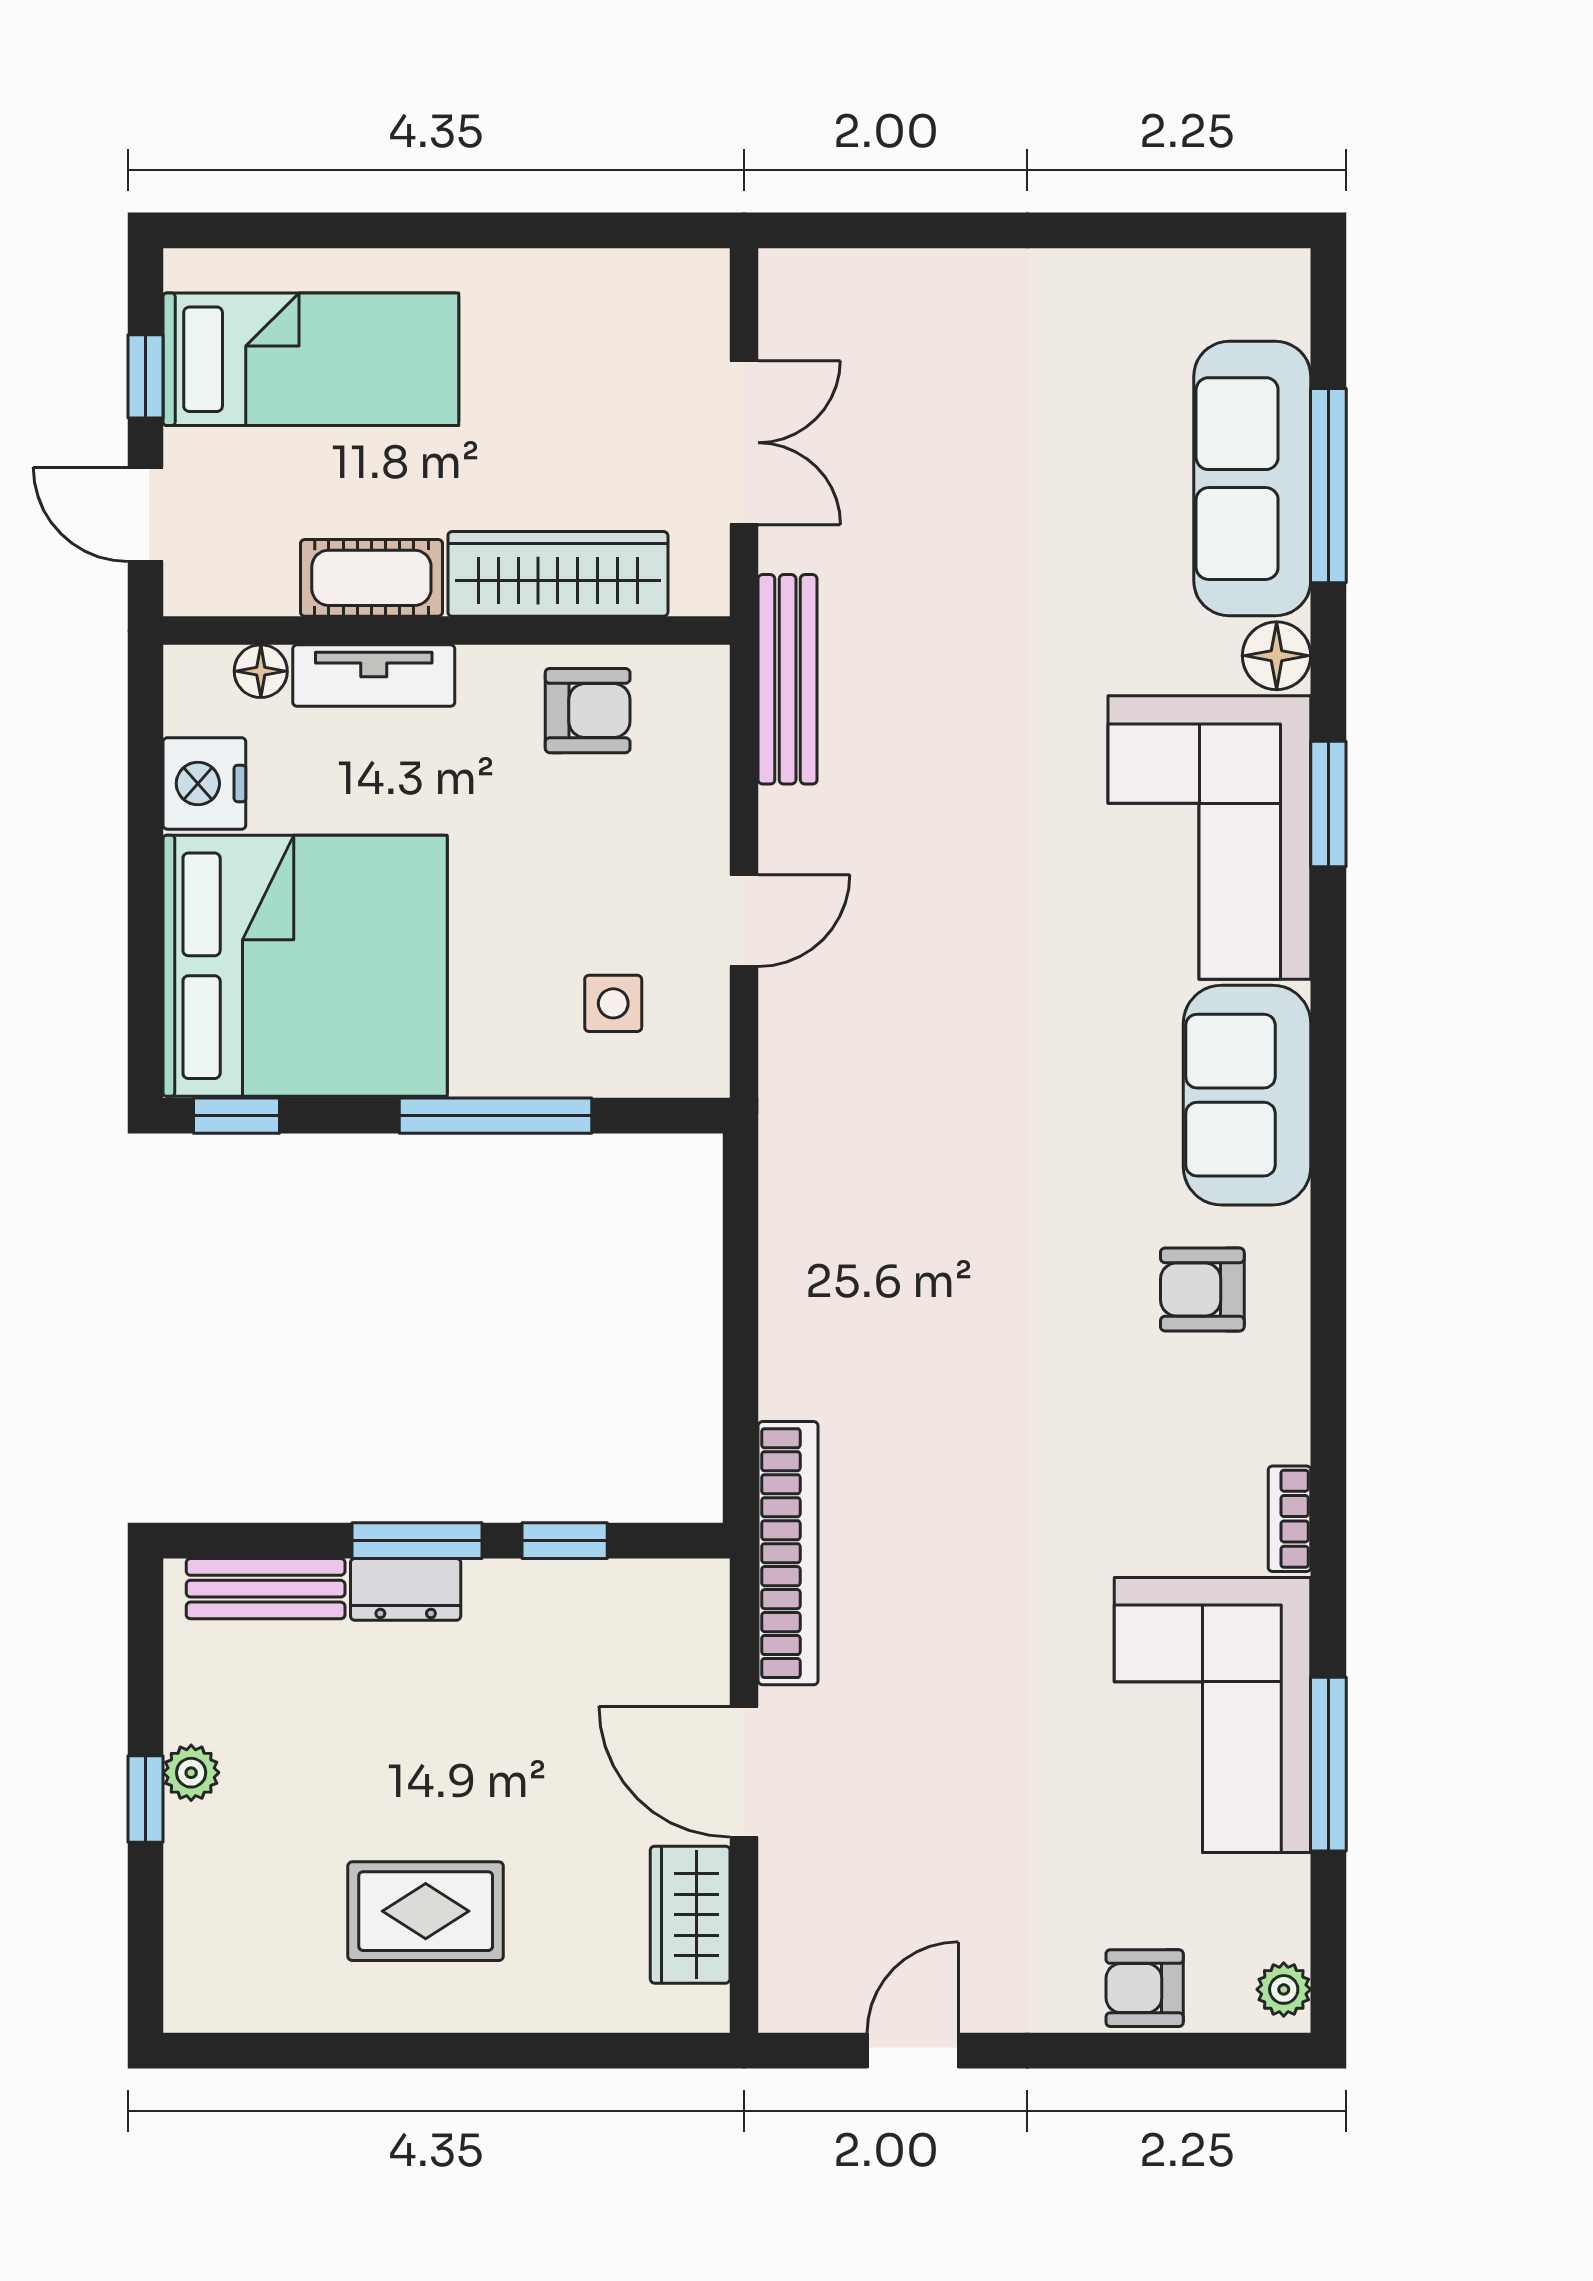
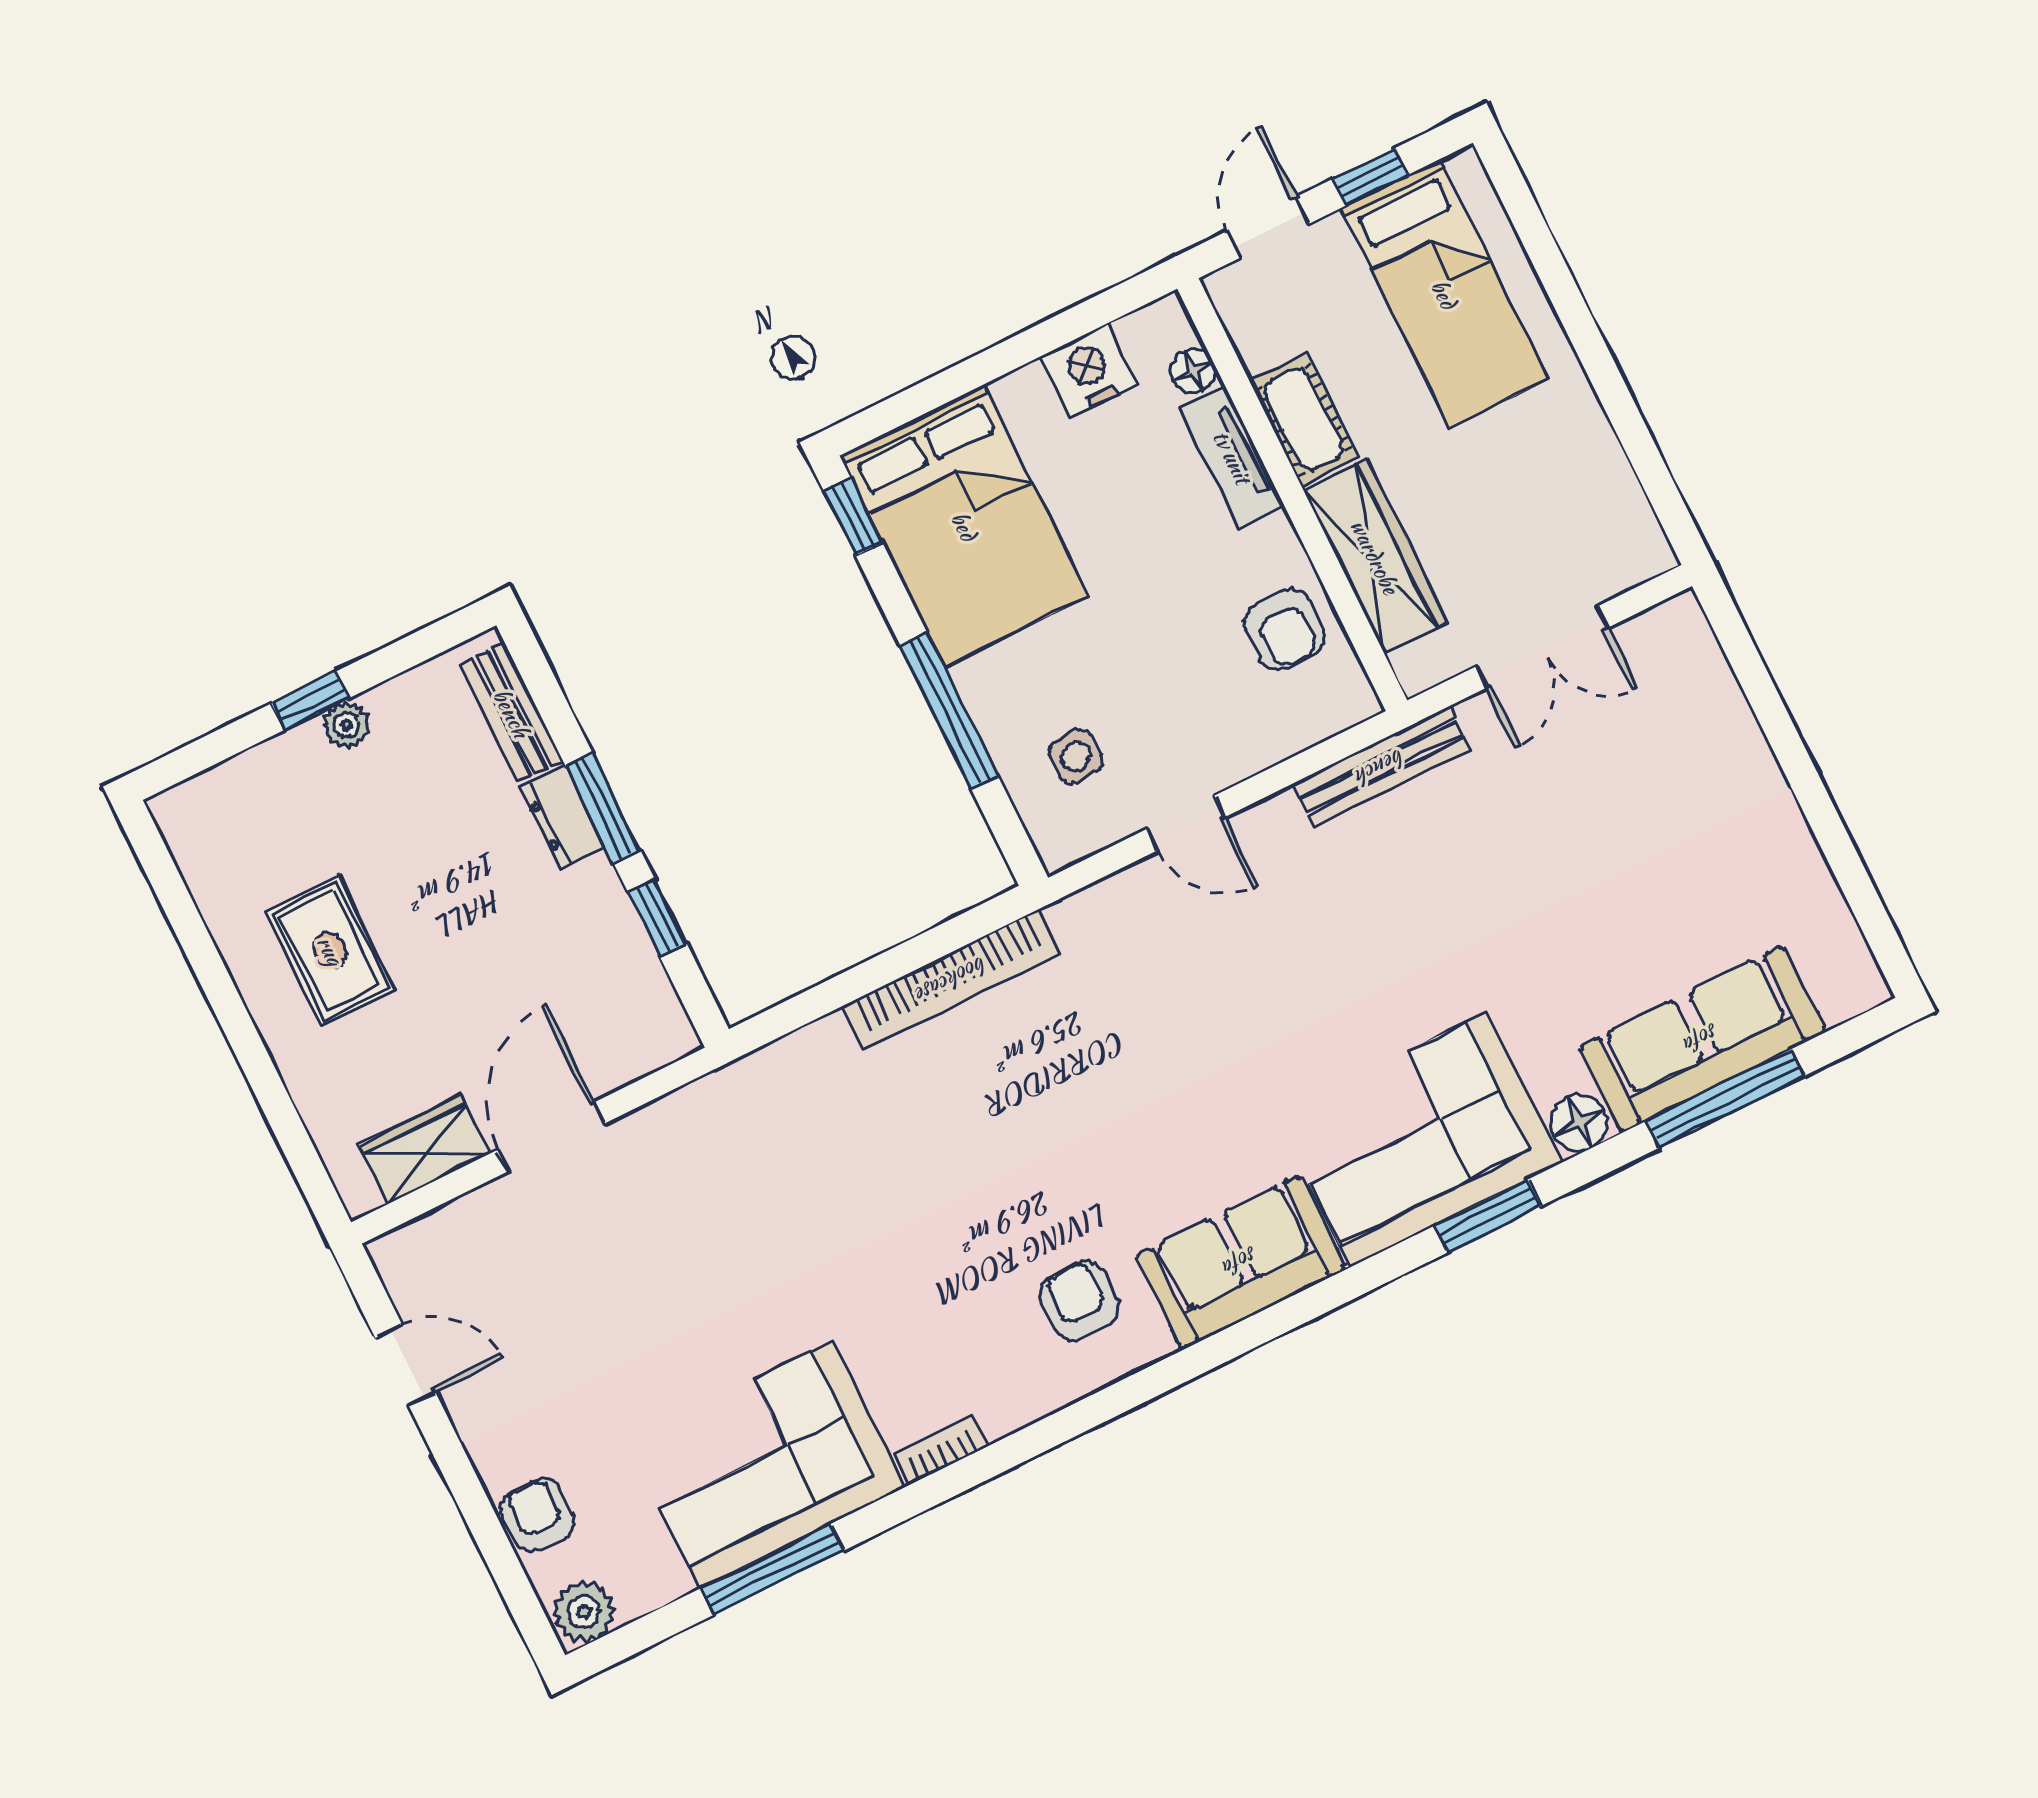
bed: (305, 966) -> (964, 526), width x0.73
bookcase: (788, 1553) -> (952, 980), moved
plant: (1284, 1989) -> (584, 1612), width x1.38, depth x1.38

